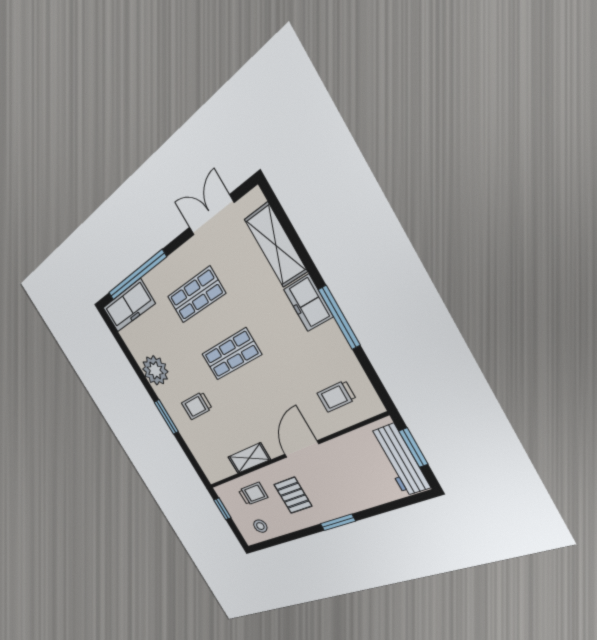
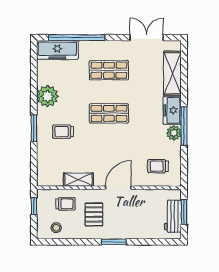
plant: (330, 336) -> (174, 133), added
workbench: (400, 460) -> (173, 216), width x0.73

